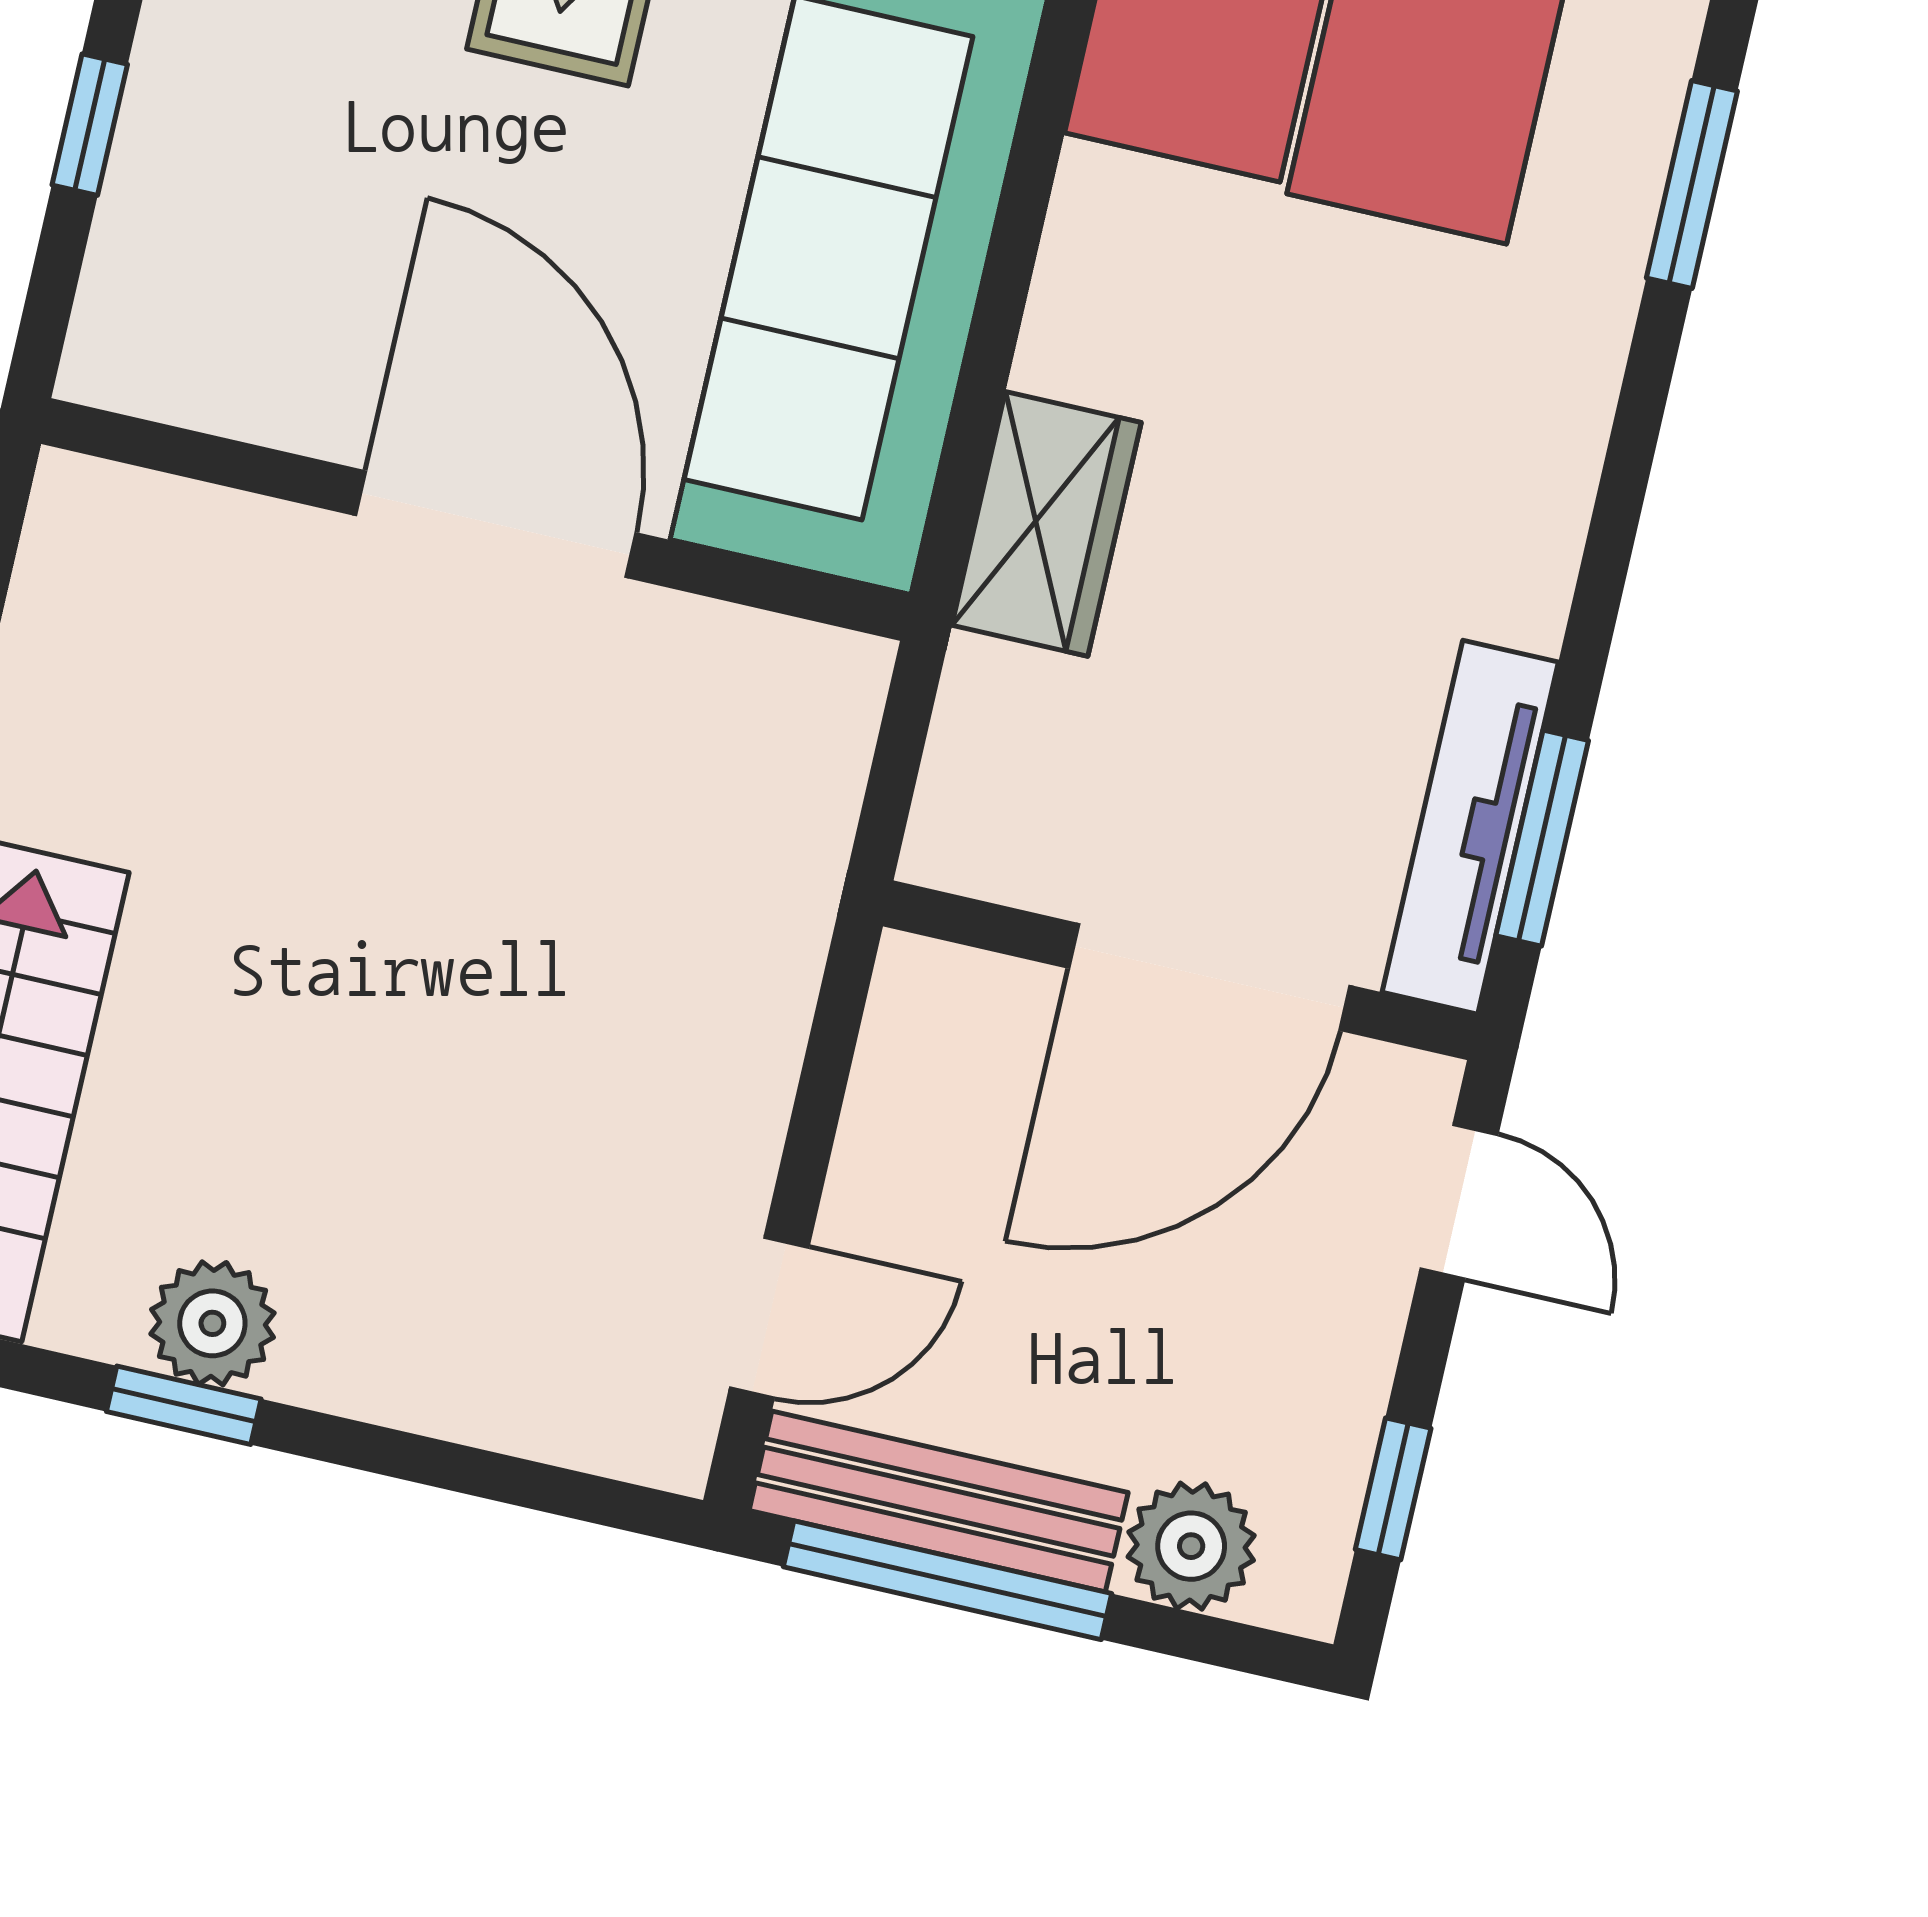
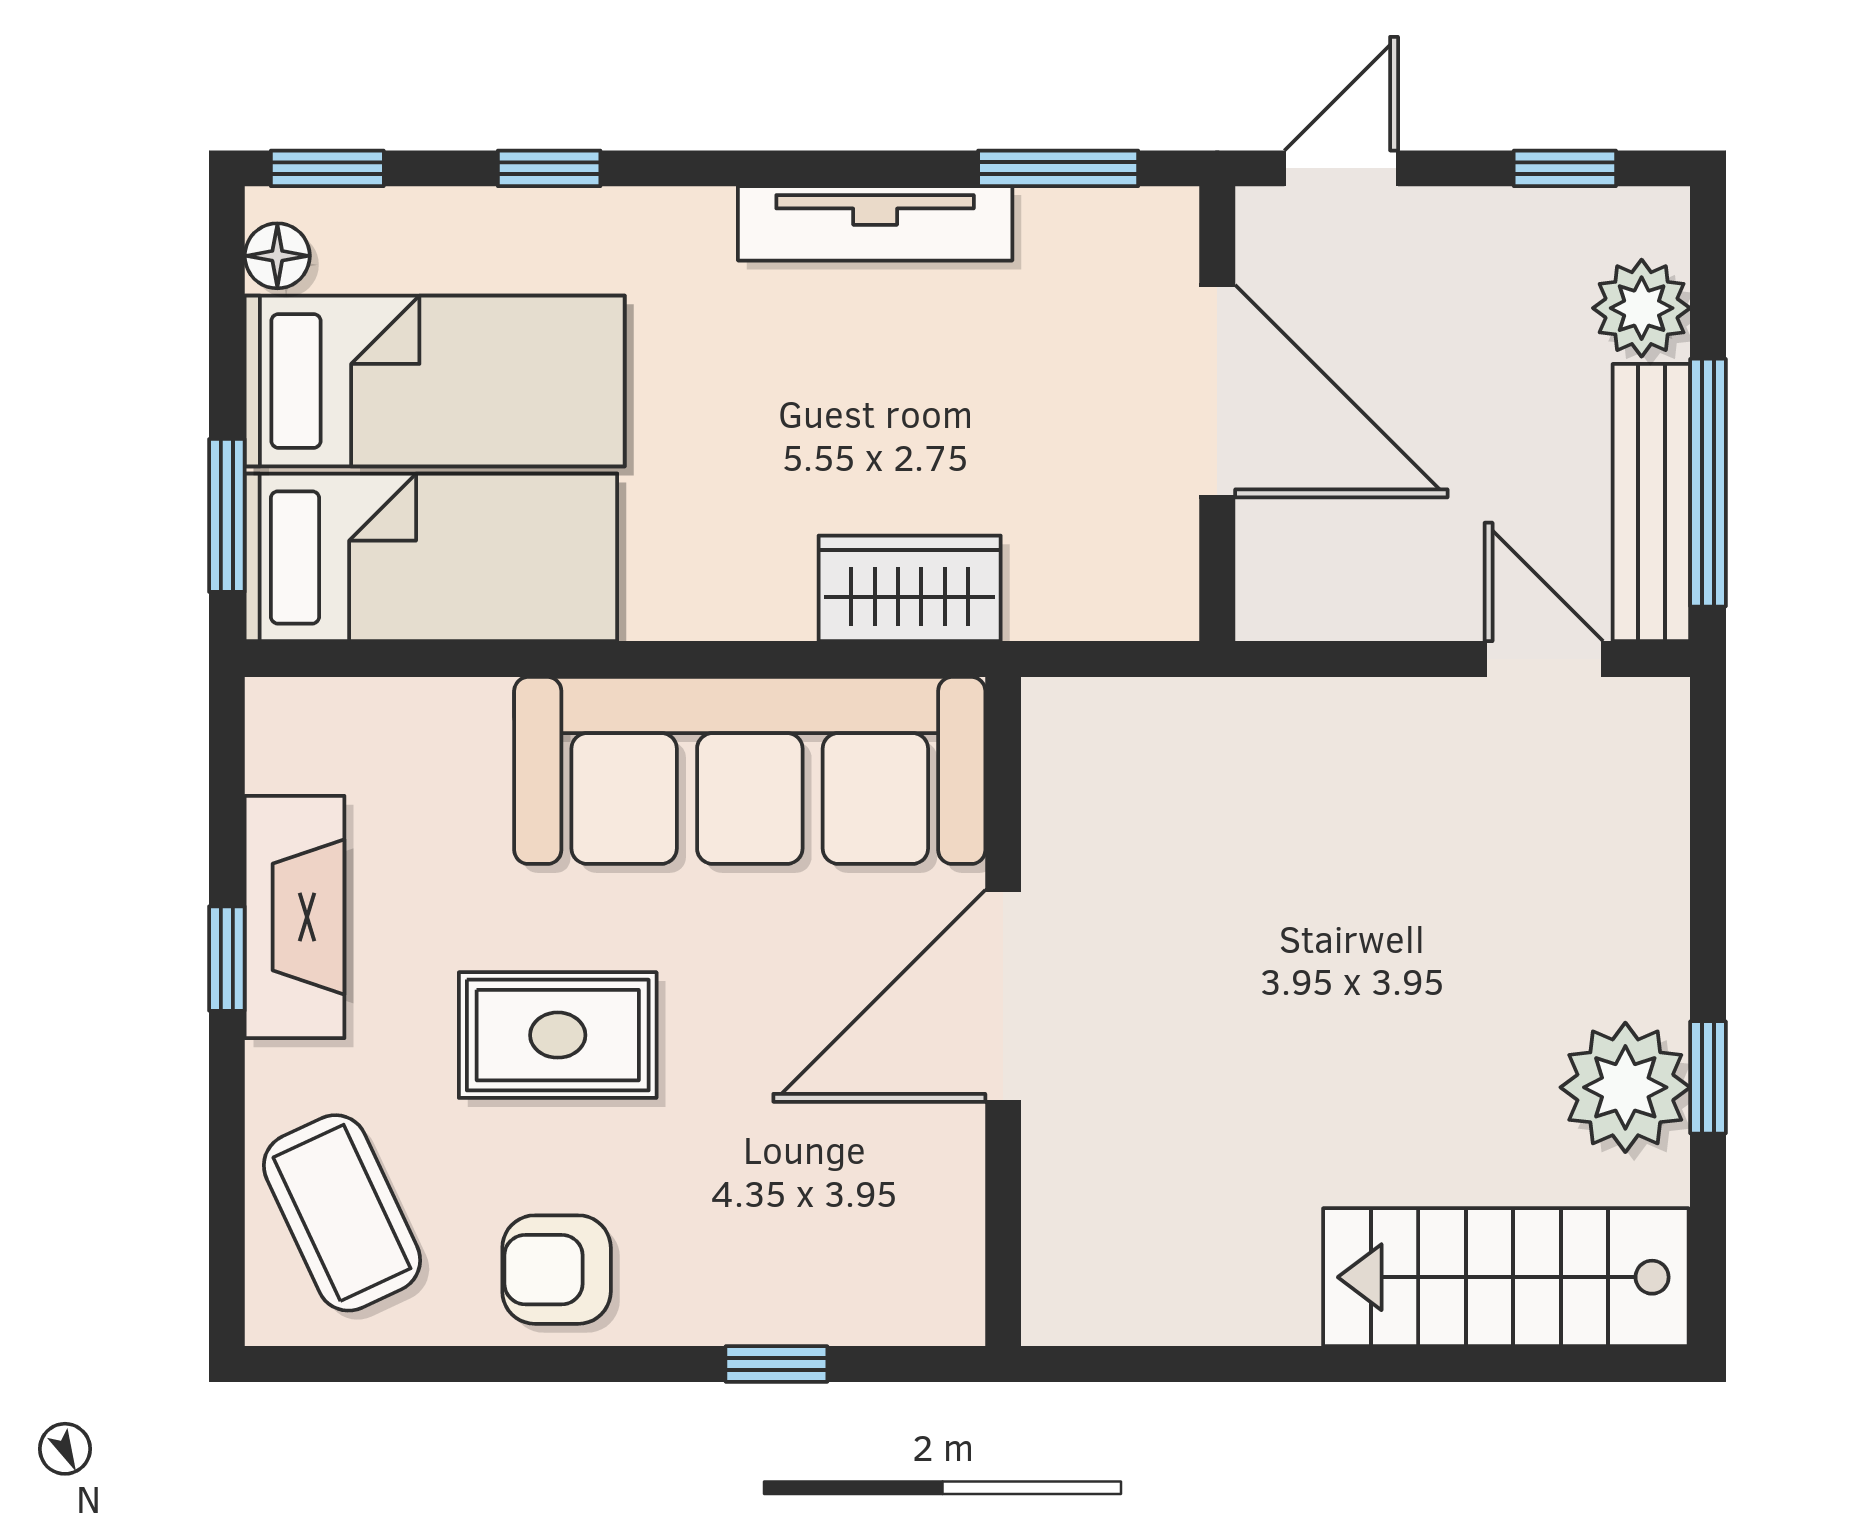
window: (1692, 185) -> (549, 168), width x0.67
tv unit: (1470, 827) -> (875, 223), moved
plant: (212, 1323) -> (1625, 1087), width x1.36, depth x1.36

